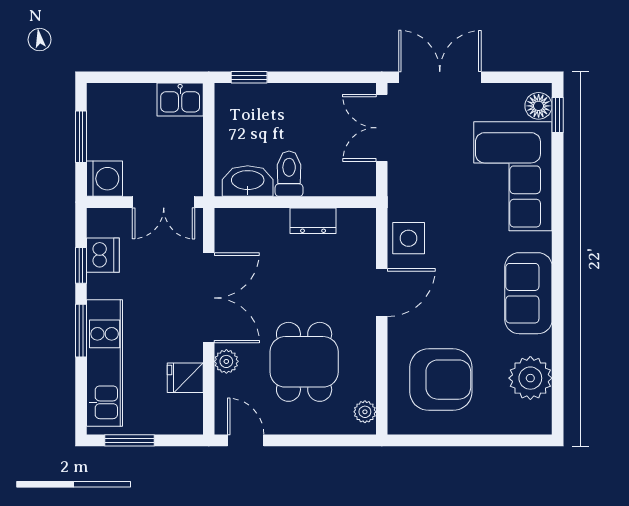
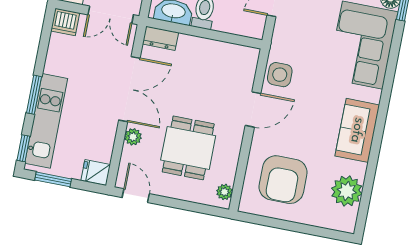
dresser: (313, 221) -> (160, 38), moved
dishwasher: (103, 255) -> (65, 22), moved, turned 90
window: (81, 265) -> (23, 148), moved
fridge: (185, 378) -> (96, 173), moved
armchair: (441, 380) -> (283, 180), turned 90

